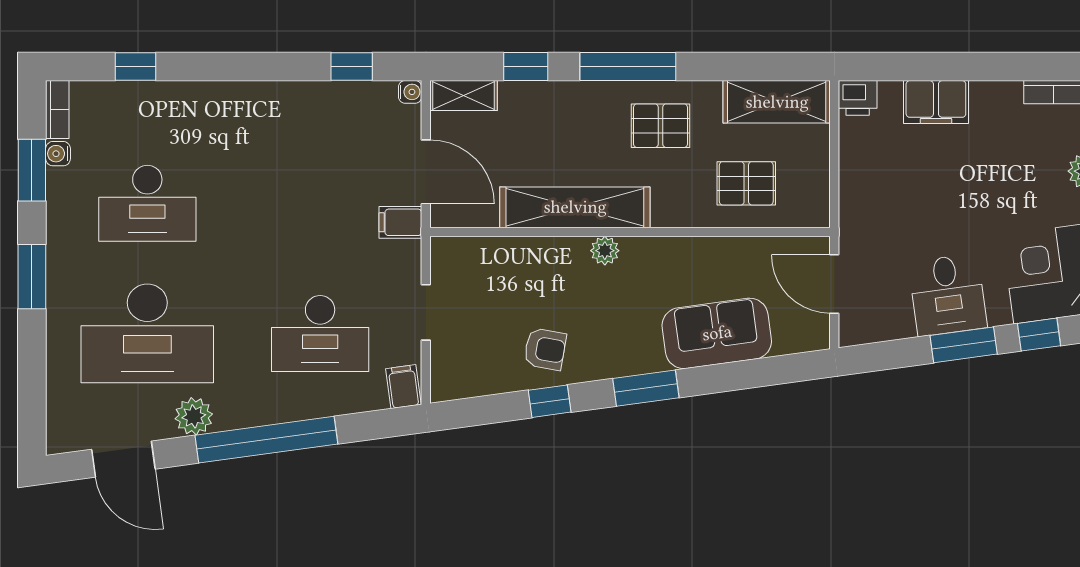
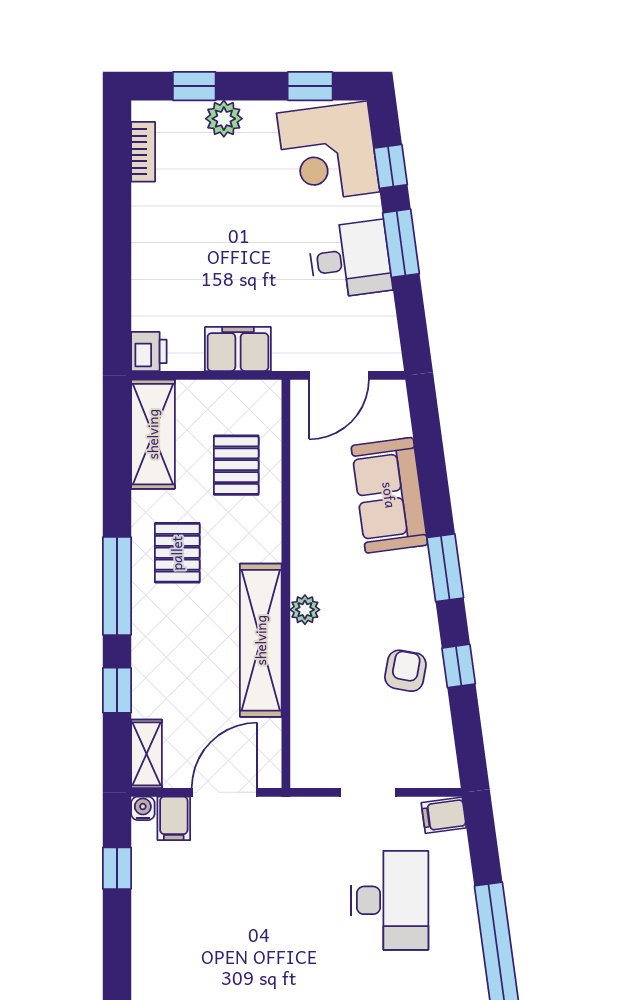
filing cabinet: (936, 102) -> (238, 349), moved, turned -90
filing cabinet: (400, 222) -> (174, 818), moved

